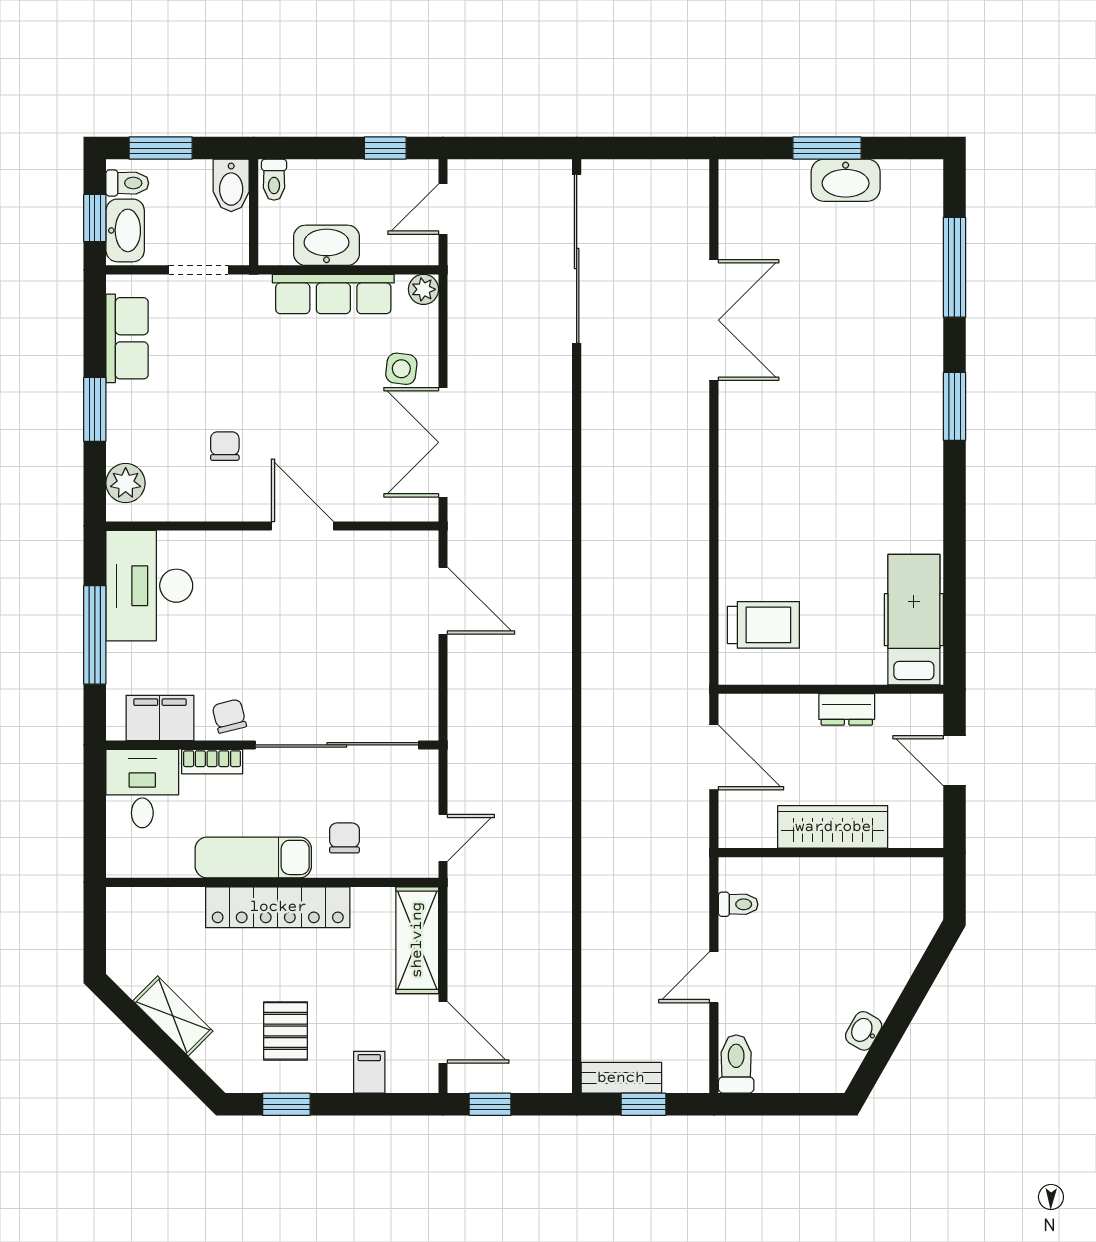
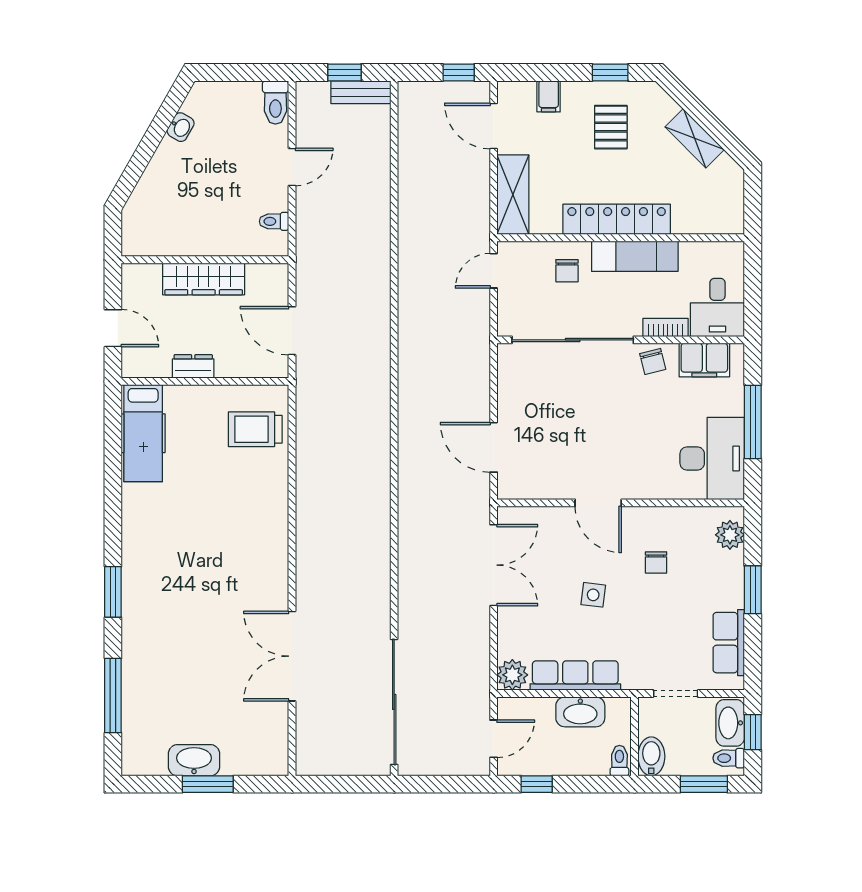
plant: (423, 289) -> (512, 675), width x1.38, depth x1.38
side table: (401, 369) -> (593, 595), moved

